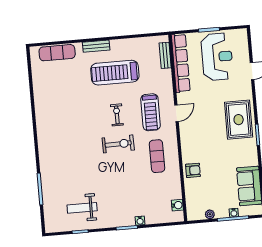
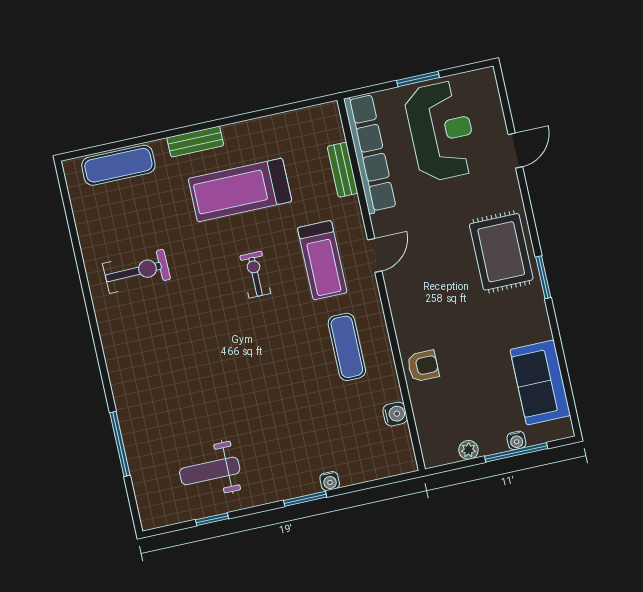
bench: (165, 55) -> (343, 170), moved
exercise bike: (118, 144) -> (137, 271), moved
water cooler: (177, 205) -> (395, 414), moved

